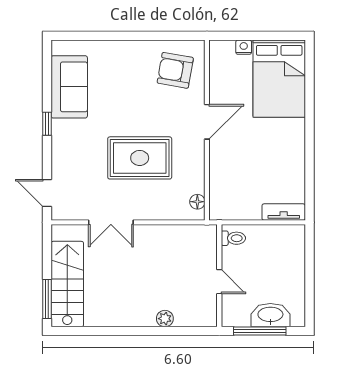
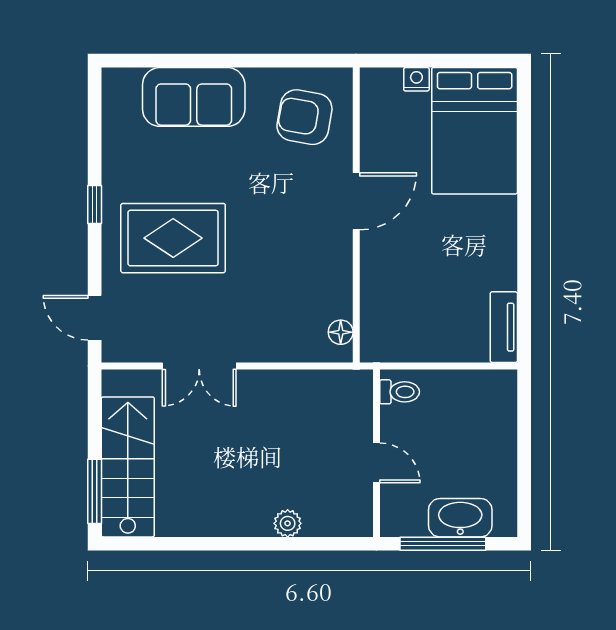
sofa: (69, 87) -> (194, 97), moved, turned 90
rug: (140, 158) -> (173, 238), moved
tv unit: (284, 212) -> (504, 327), moved, turned -90

